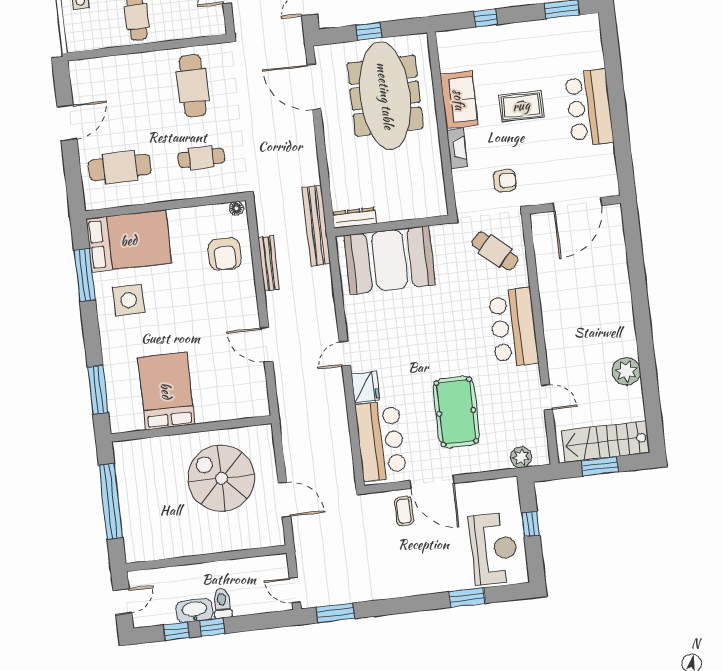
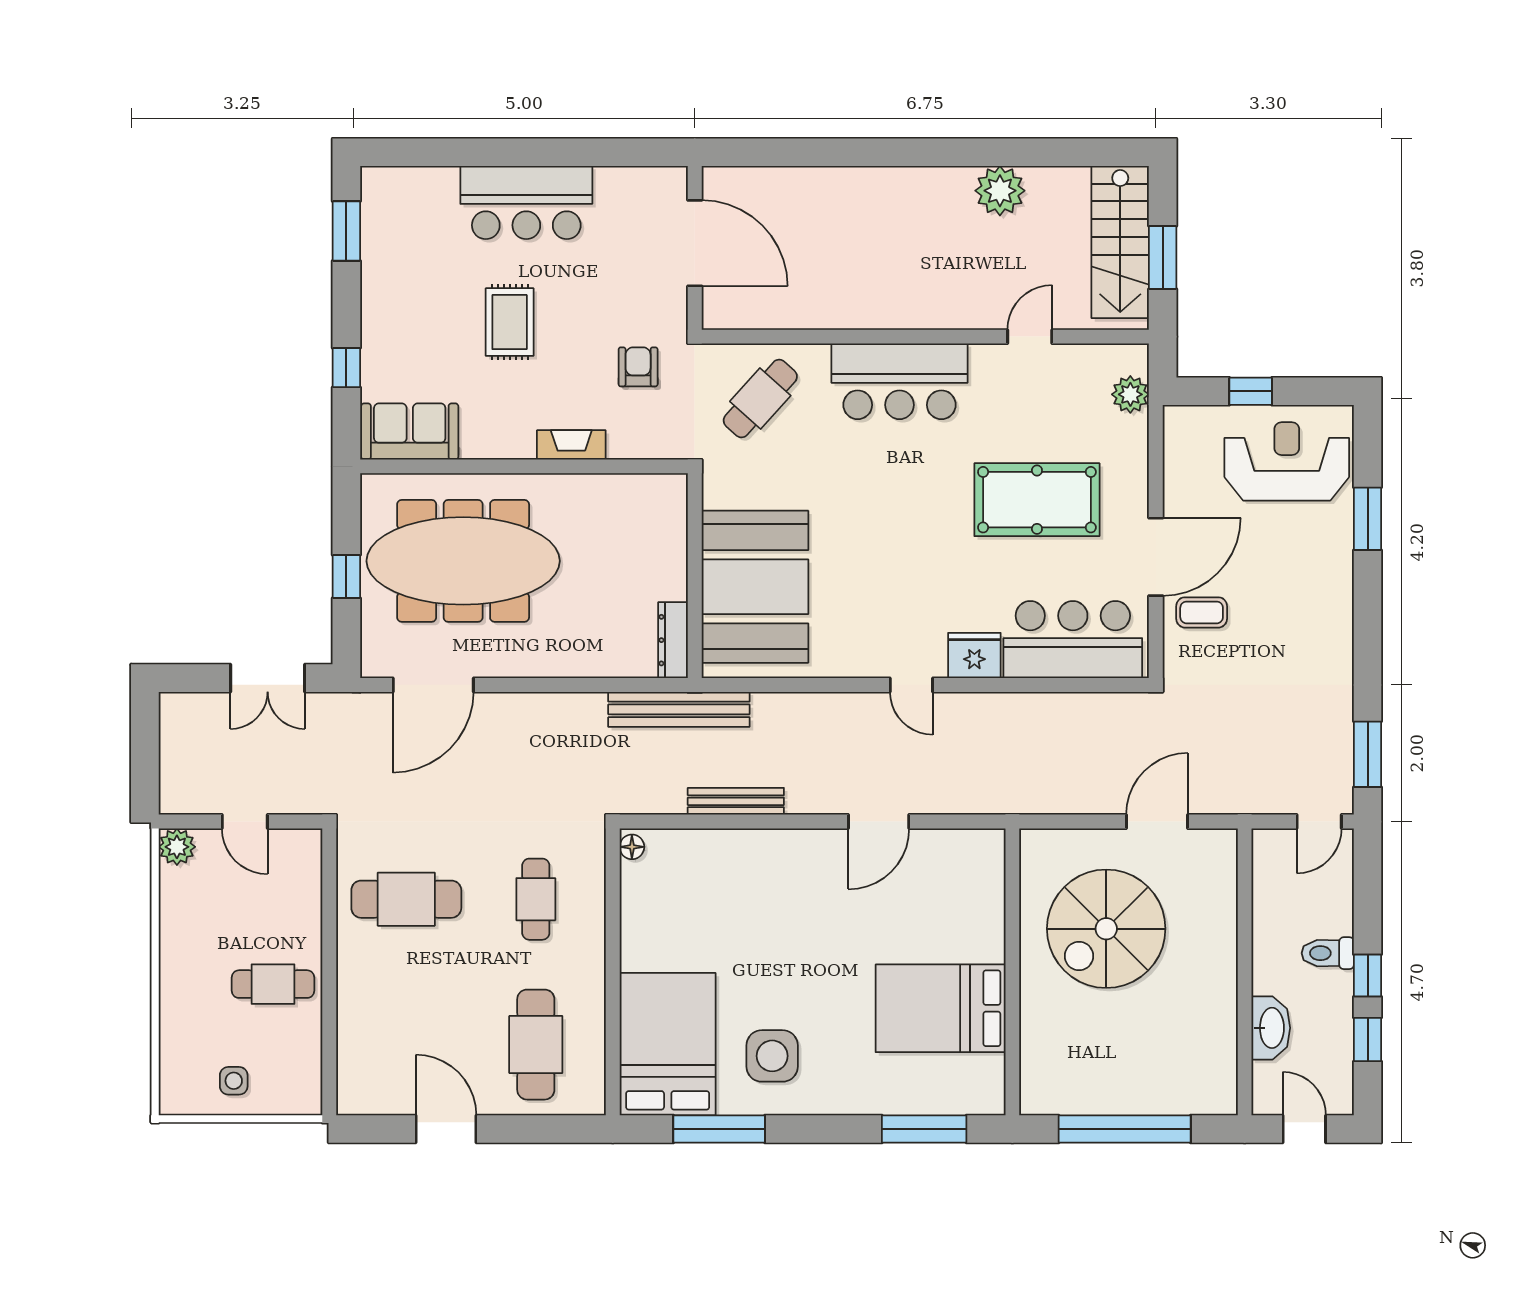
sofa: (459, 100) -> (410, 431), moved
armchair: (225, 254) -> (710, 877), removed
washbasin: (194, 610) -> (1271, 1028), moved, turned 180

